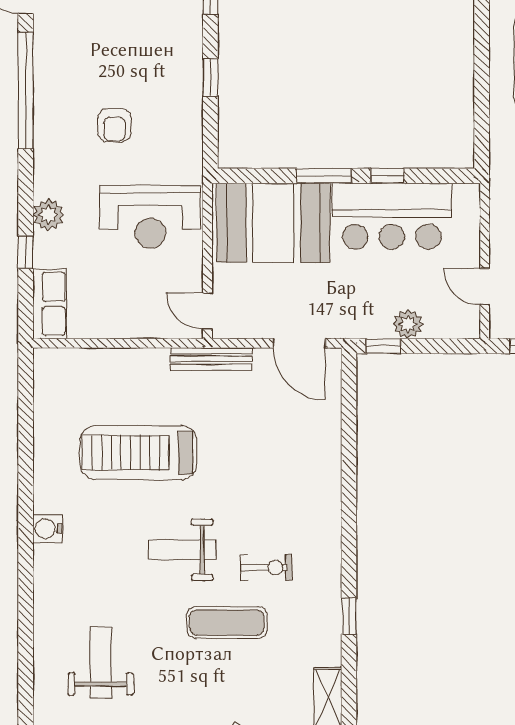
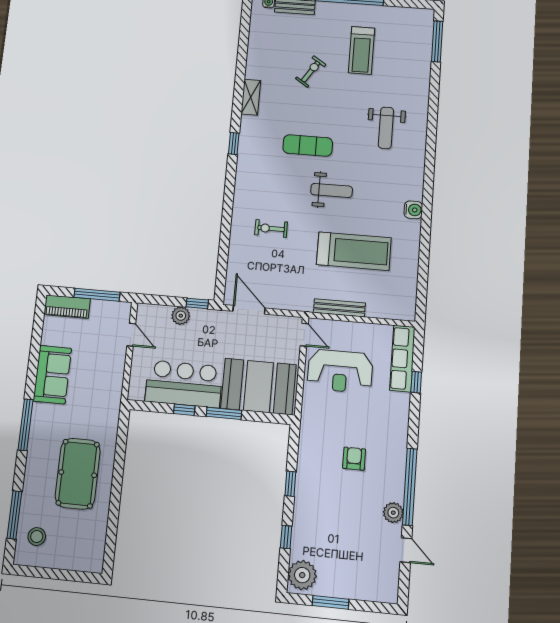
plant: (48, 215) -> (393, 513), moved
reception desk: (150, 217) -> (340, 371), moved, turned 180
row of seats: (50, 304) -> (402, 359), width x1.48
bench: (211, 359) -> (339, 308), moved
exercise bike: (266, 567) -> (271, 228), moved

